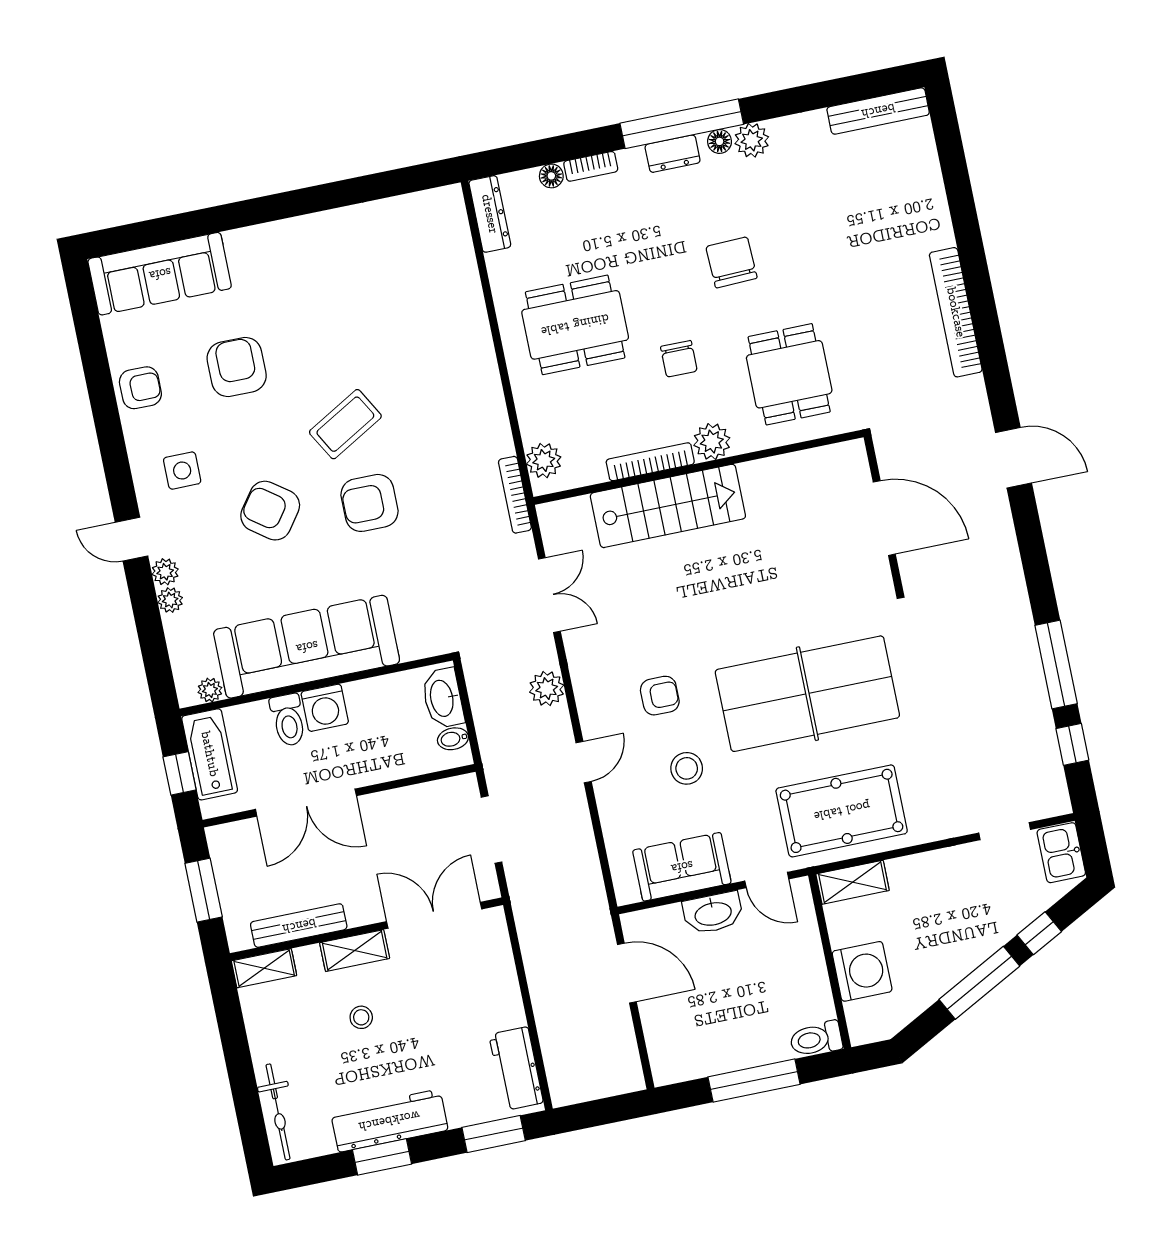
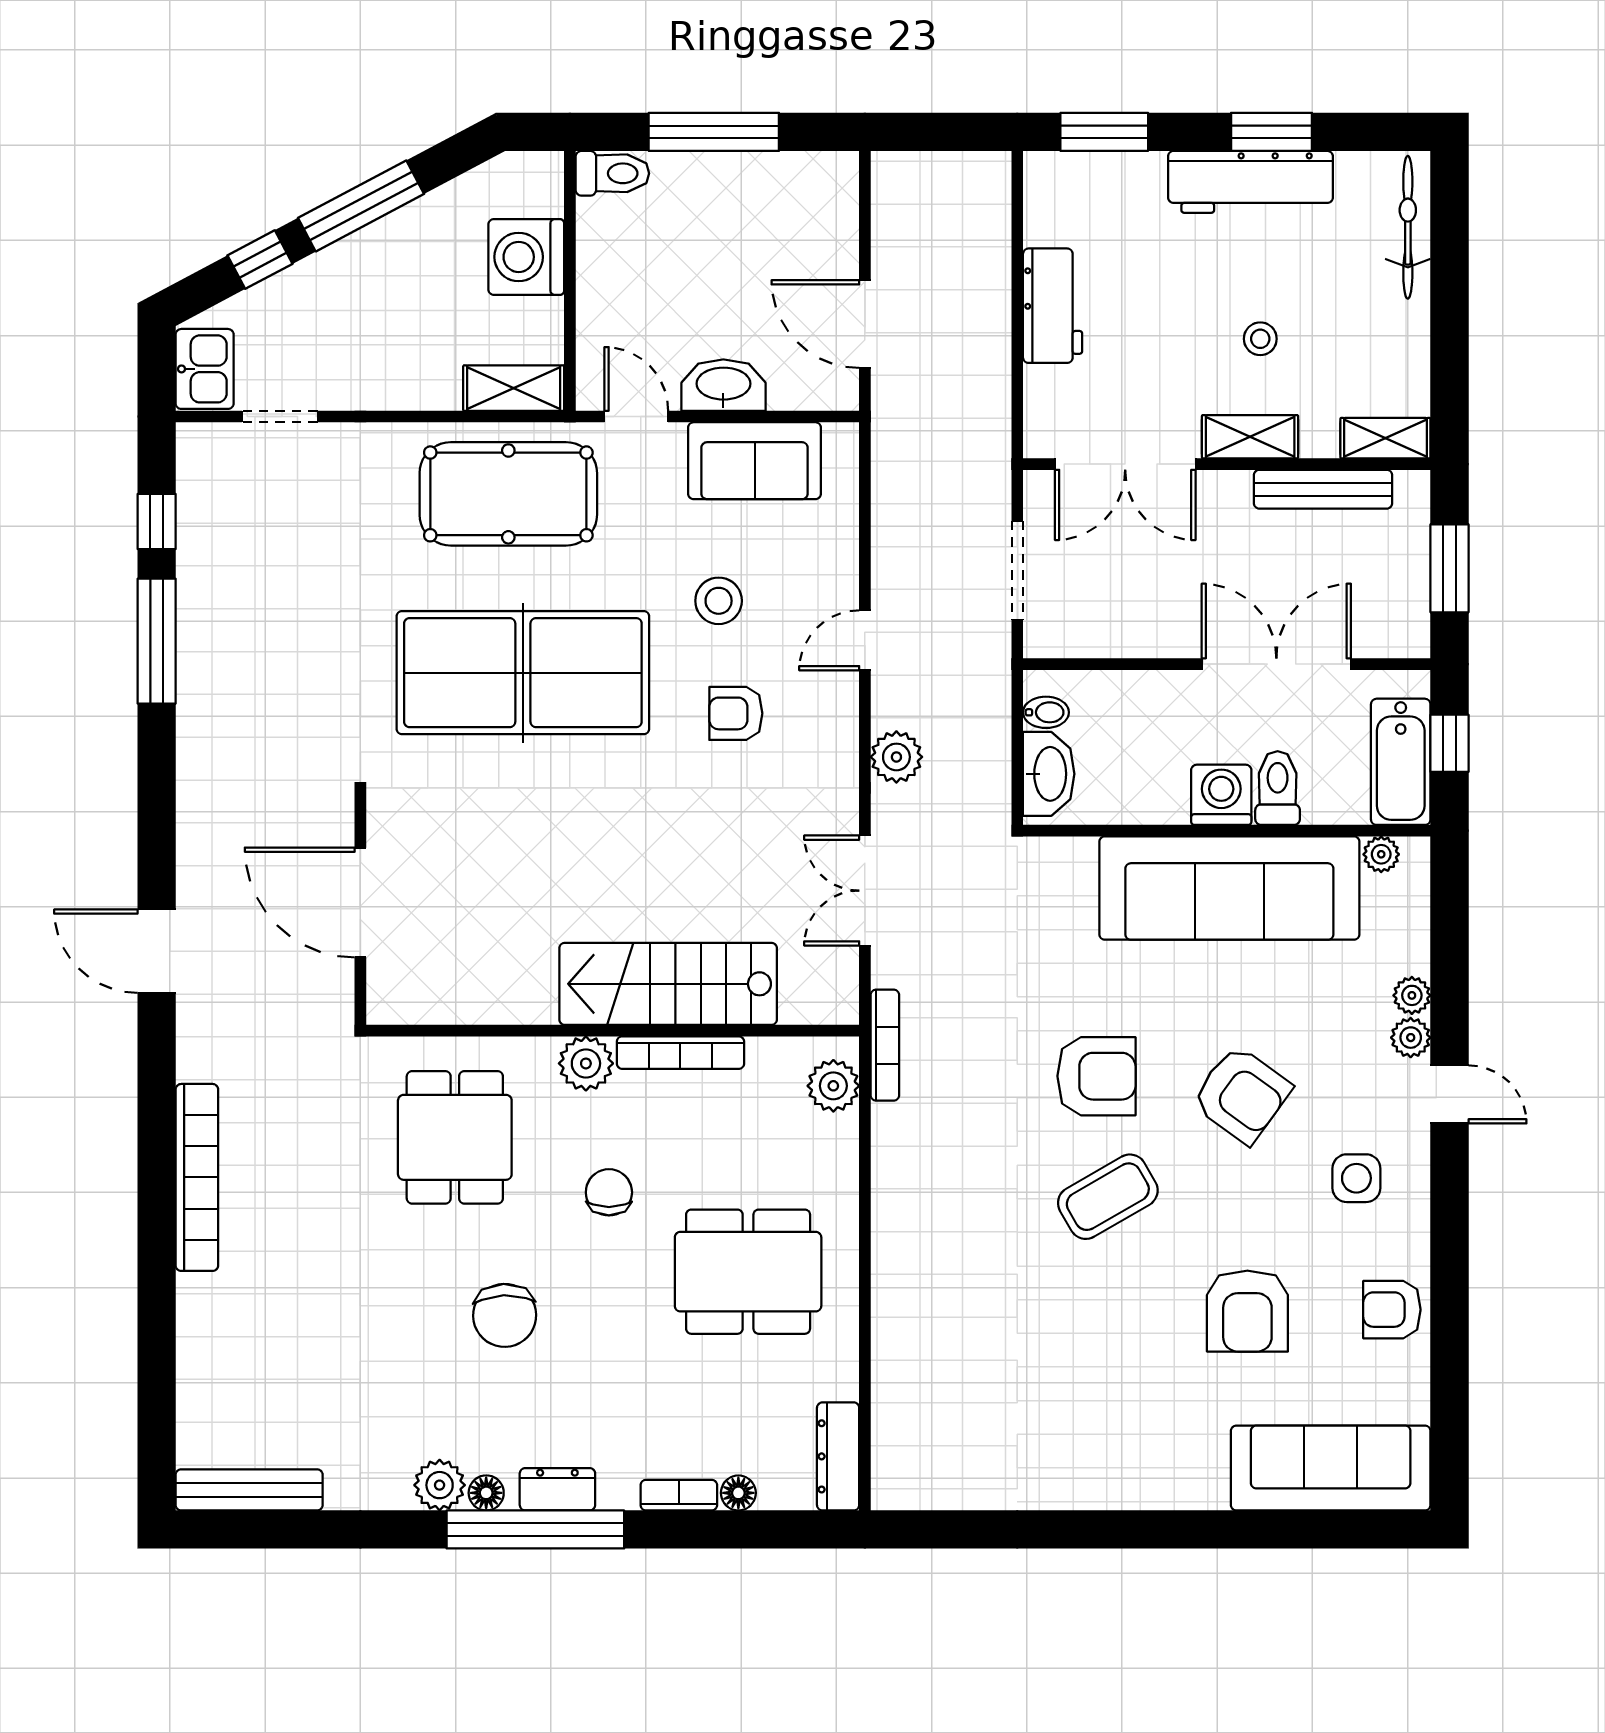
workbench: (516, 1069) -> (1053, 306), moved

